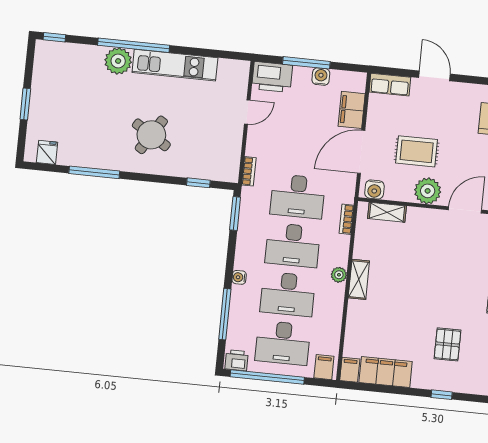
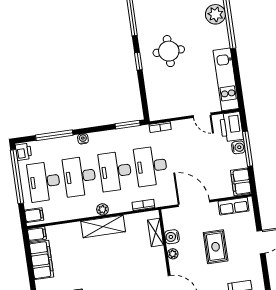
kitchen unit: (175, 65) -> (226, 79), moved
water cooler: (321, 77) -> (238, 147), moved
row of seats: (390, 85) -> (234, 206), moved, turned -90
filing cabinet: (352, 110) -> (241, 182), moved, turned -90
round table: (151, 135) -> (169, 51), turned -32
rug: (417, 151) -> (216, 247), moved
window: (198, 183) -> (138, 61), moved
water cooler: (374, 190) -> (172, 237), moved
plant: (428, 191) -> (173, 254), width x0.53, depth x0.53
shelving: (359, 279) -> (103, 227), width x1.50, depth x1.33

